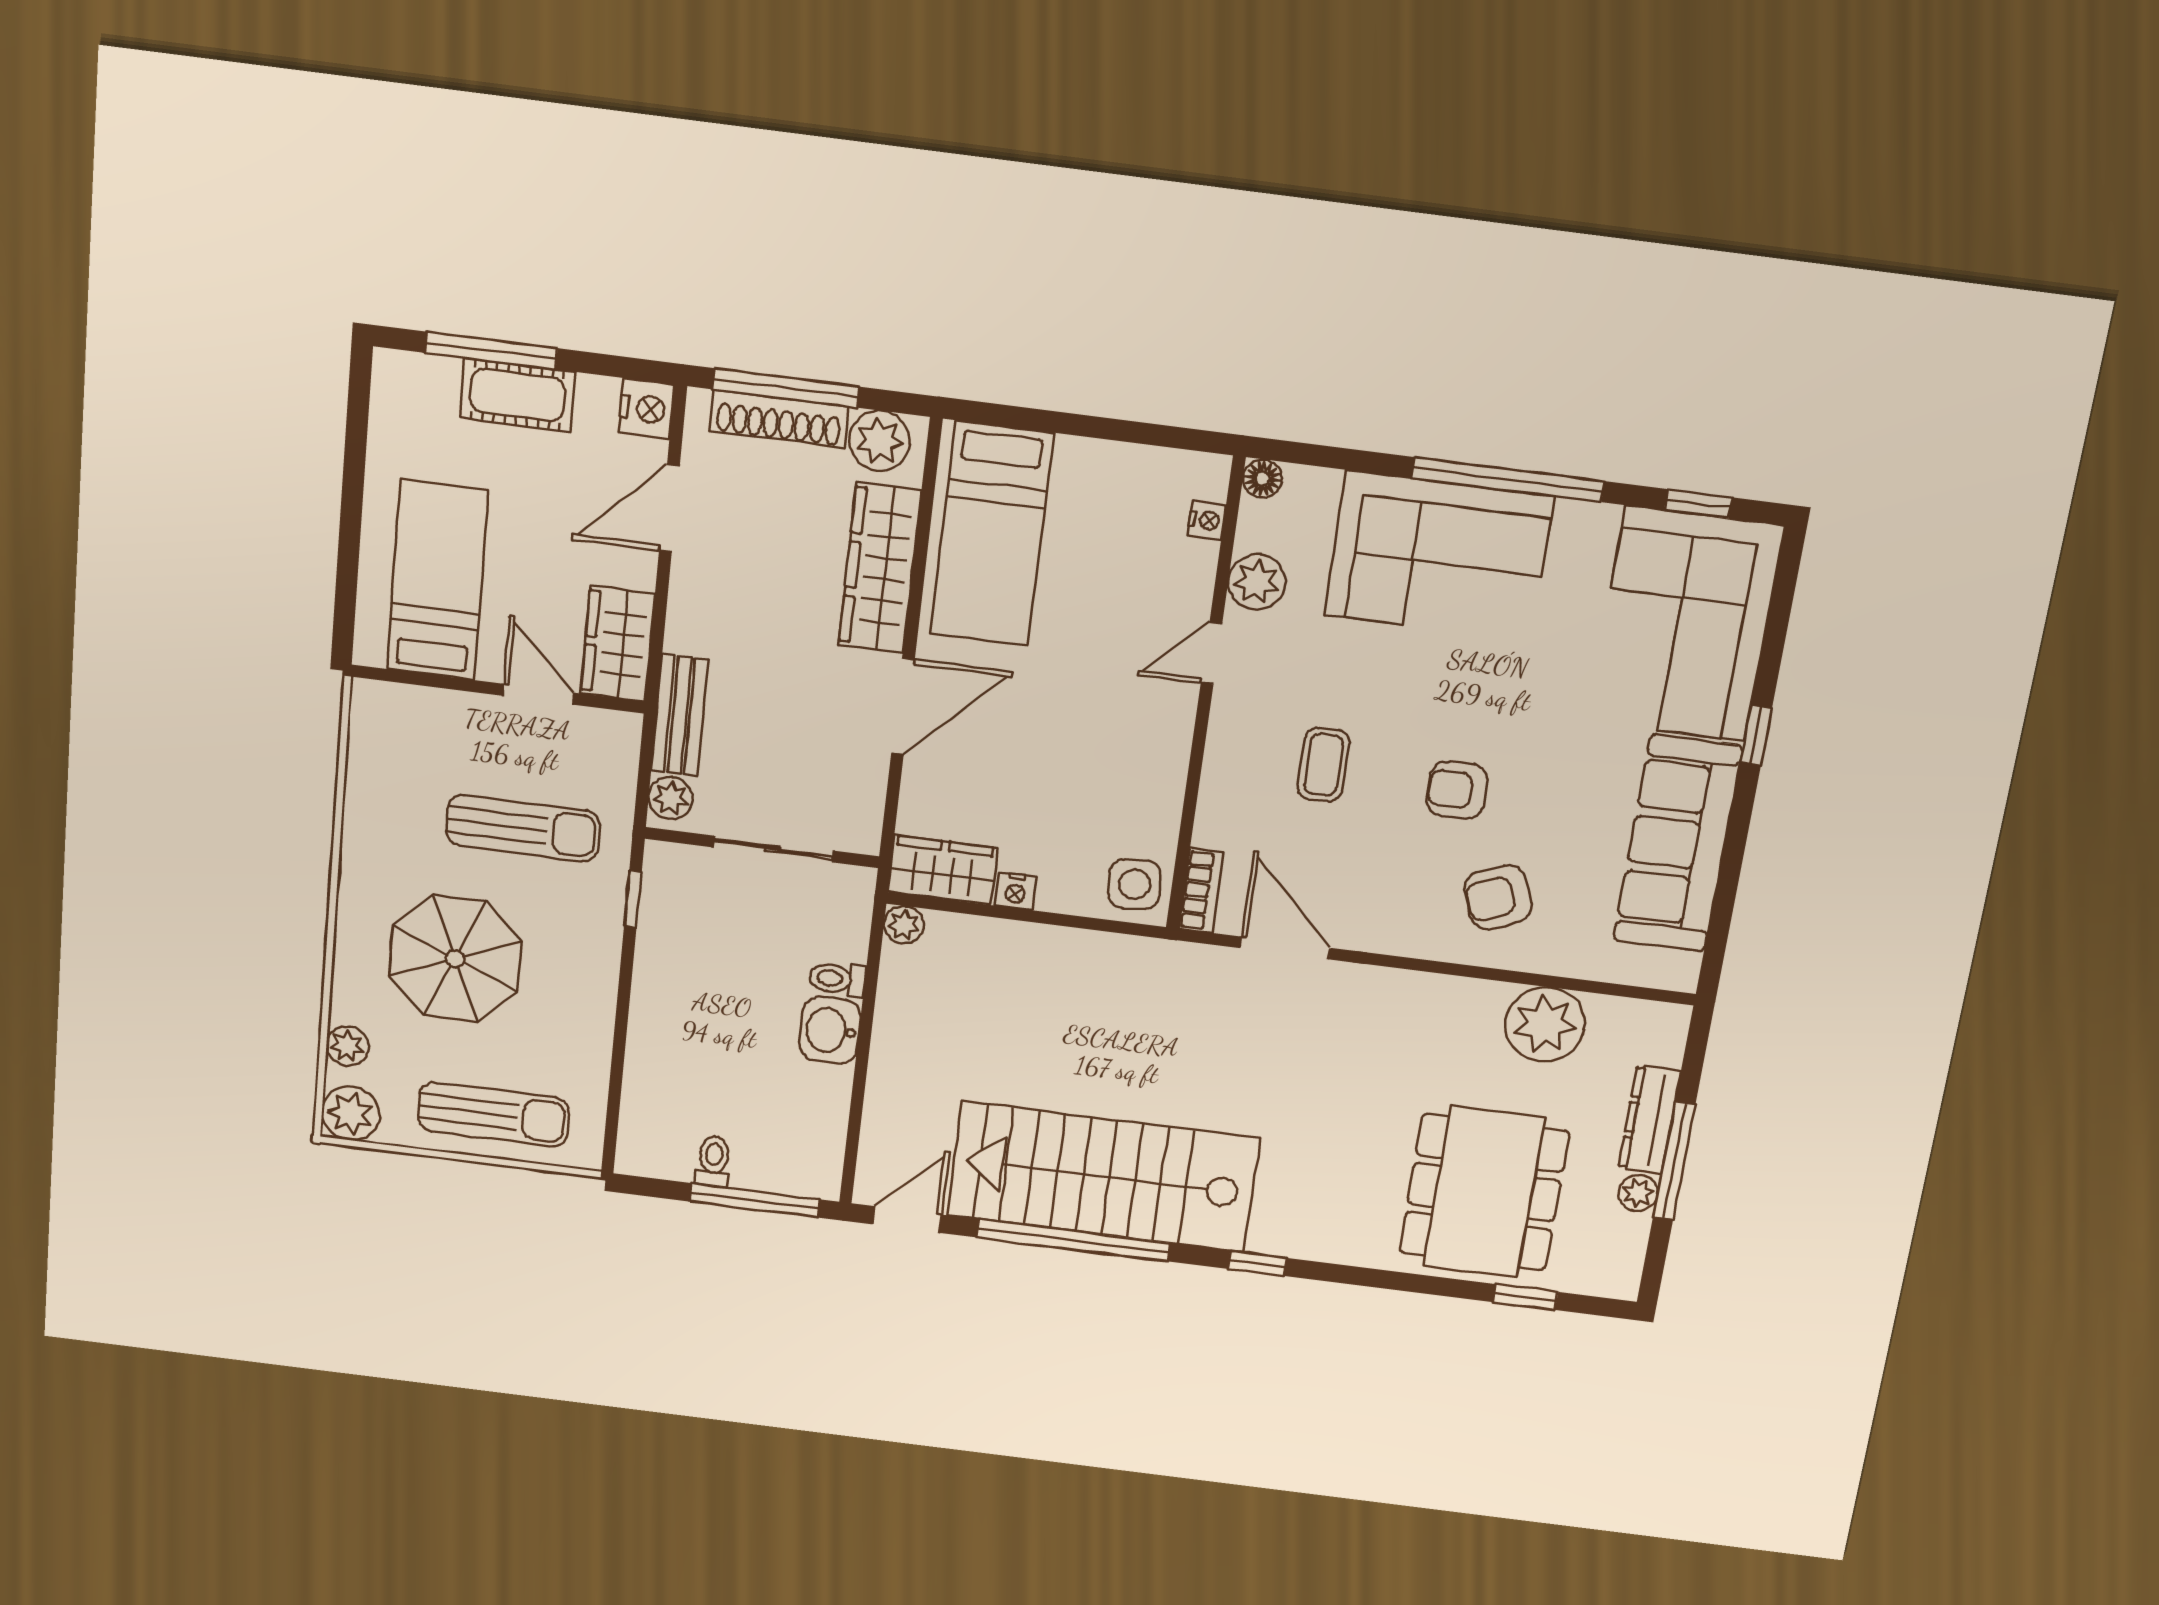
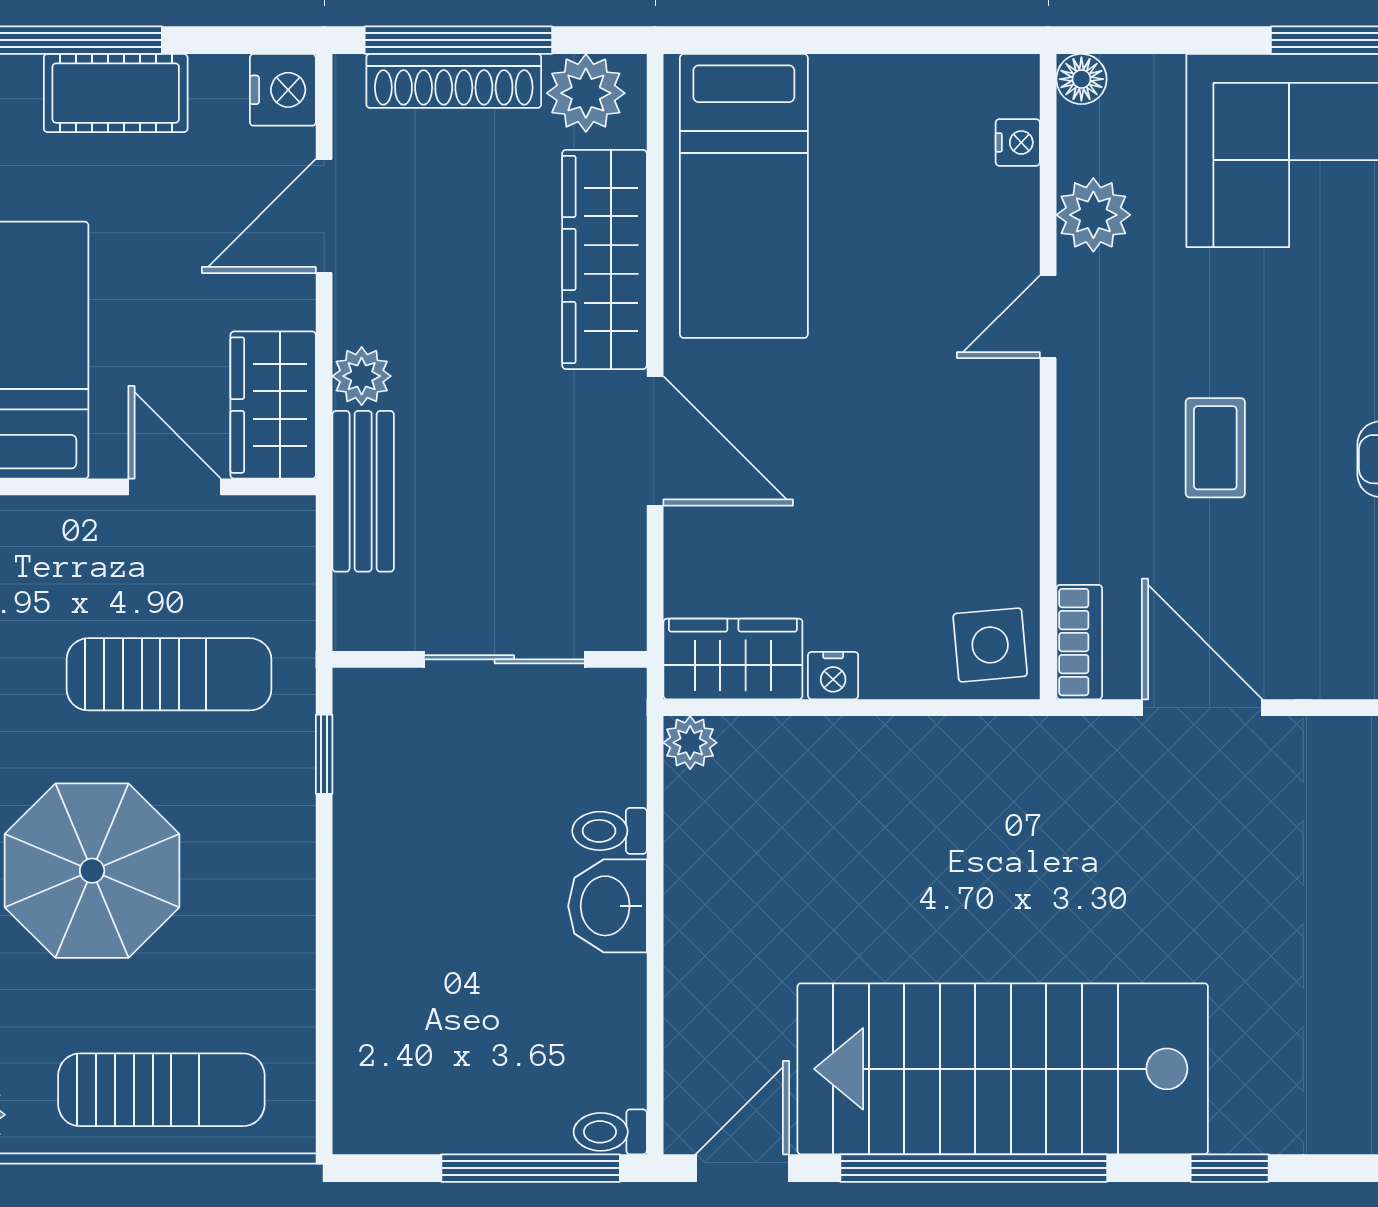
door: (903, 706) -> (655, 441), hinge flipped
plant: (671, 798) -> (362, 376), moved
toilet: (713, 1161) -> (610, 1132), moved, turned -90

